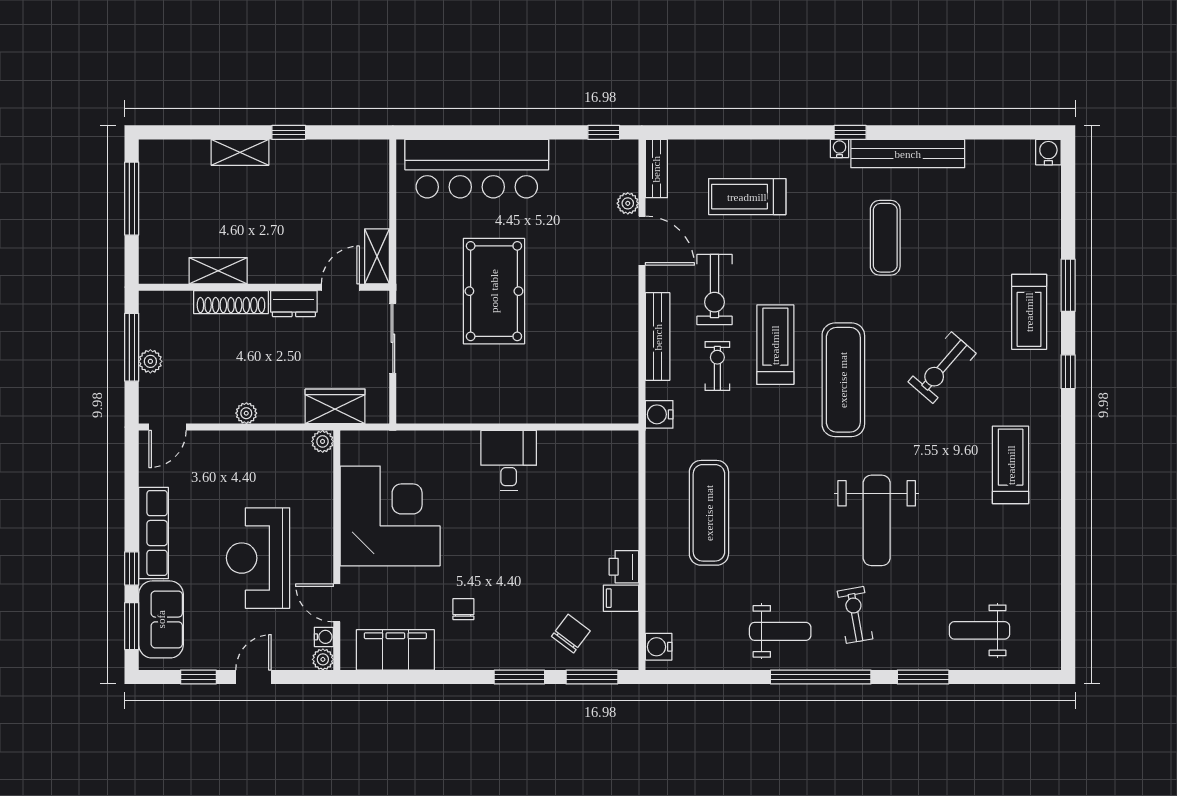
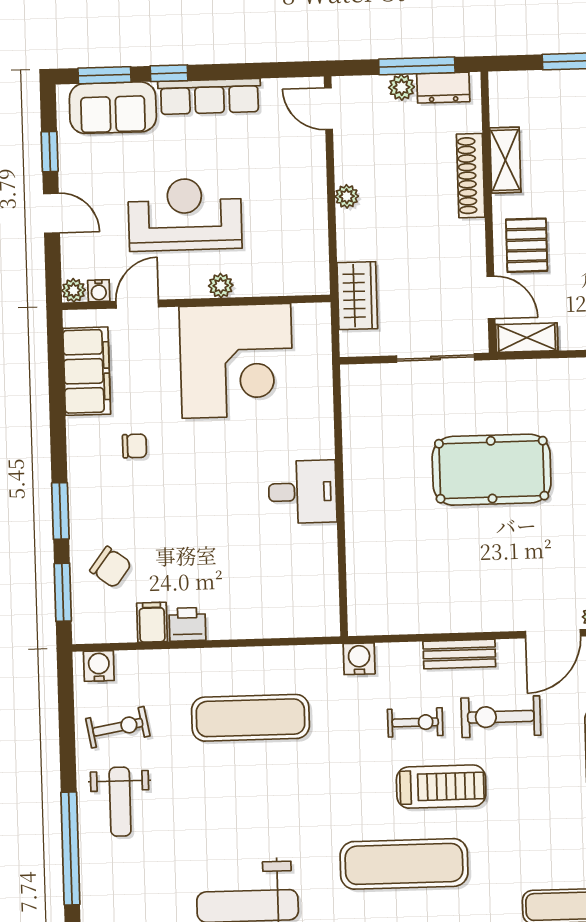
pallet: (295, 254) -> (527, 245), added
dresser: (294, 304) -> (443, 88), moved, turned -90
bench: (658, 337) -> (459, 654), width x0.73
plant: (323, 441) -> (221, 286), moved
exercise bike: (855, 615) -> (118, 727), moved

